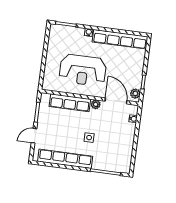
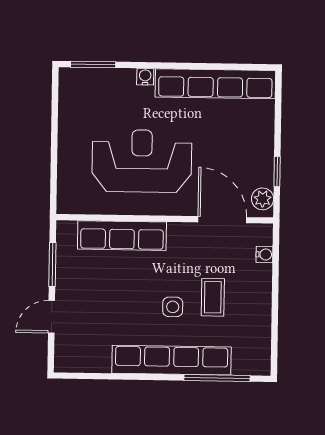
reception desk: (83, 70) -> (142, 161), turned 180
plant: (96, 104) -> (179, 233), removed
coffee table: (108, 135) -> (213, 297), added
row of seats: (65, 159) -> (172, 360), moved

